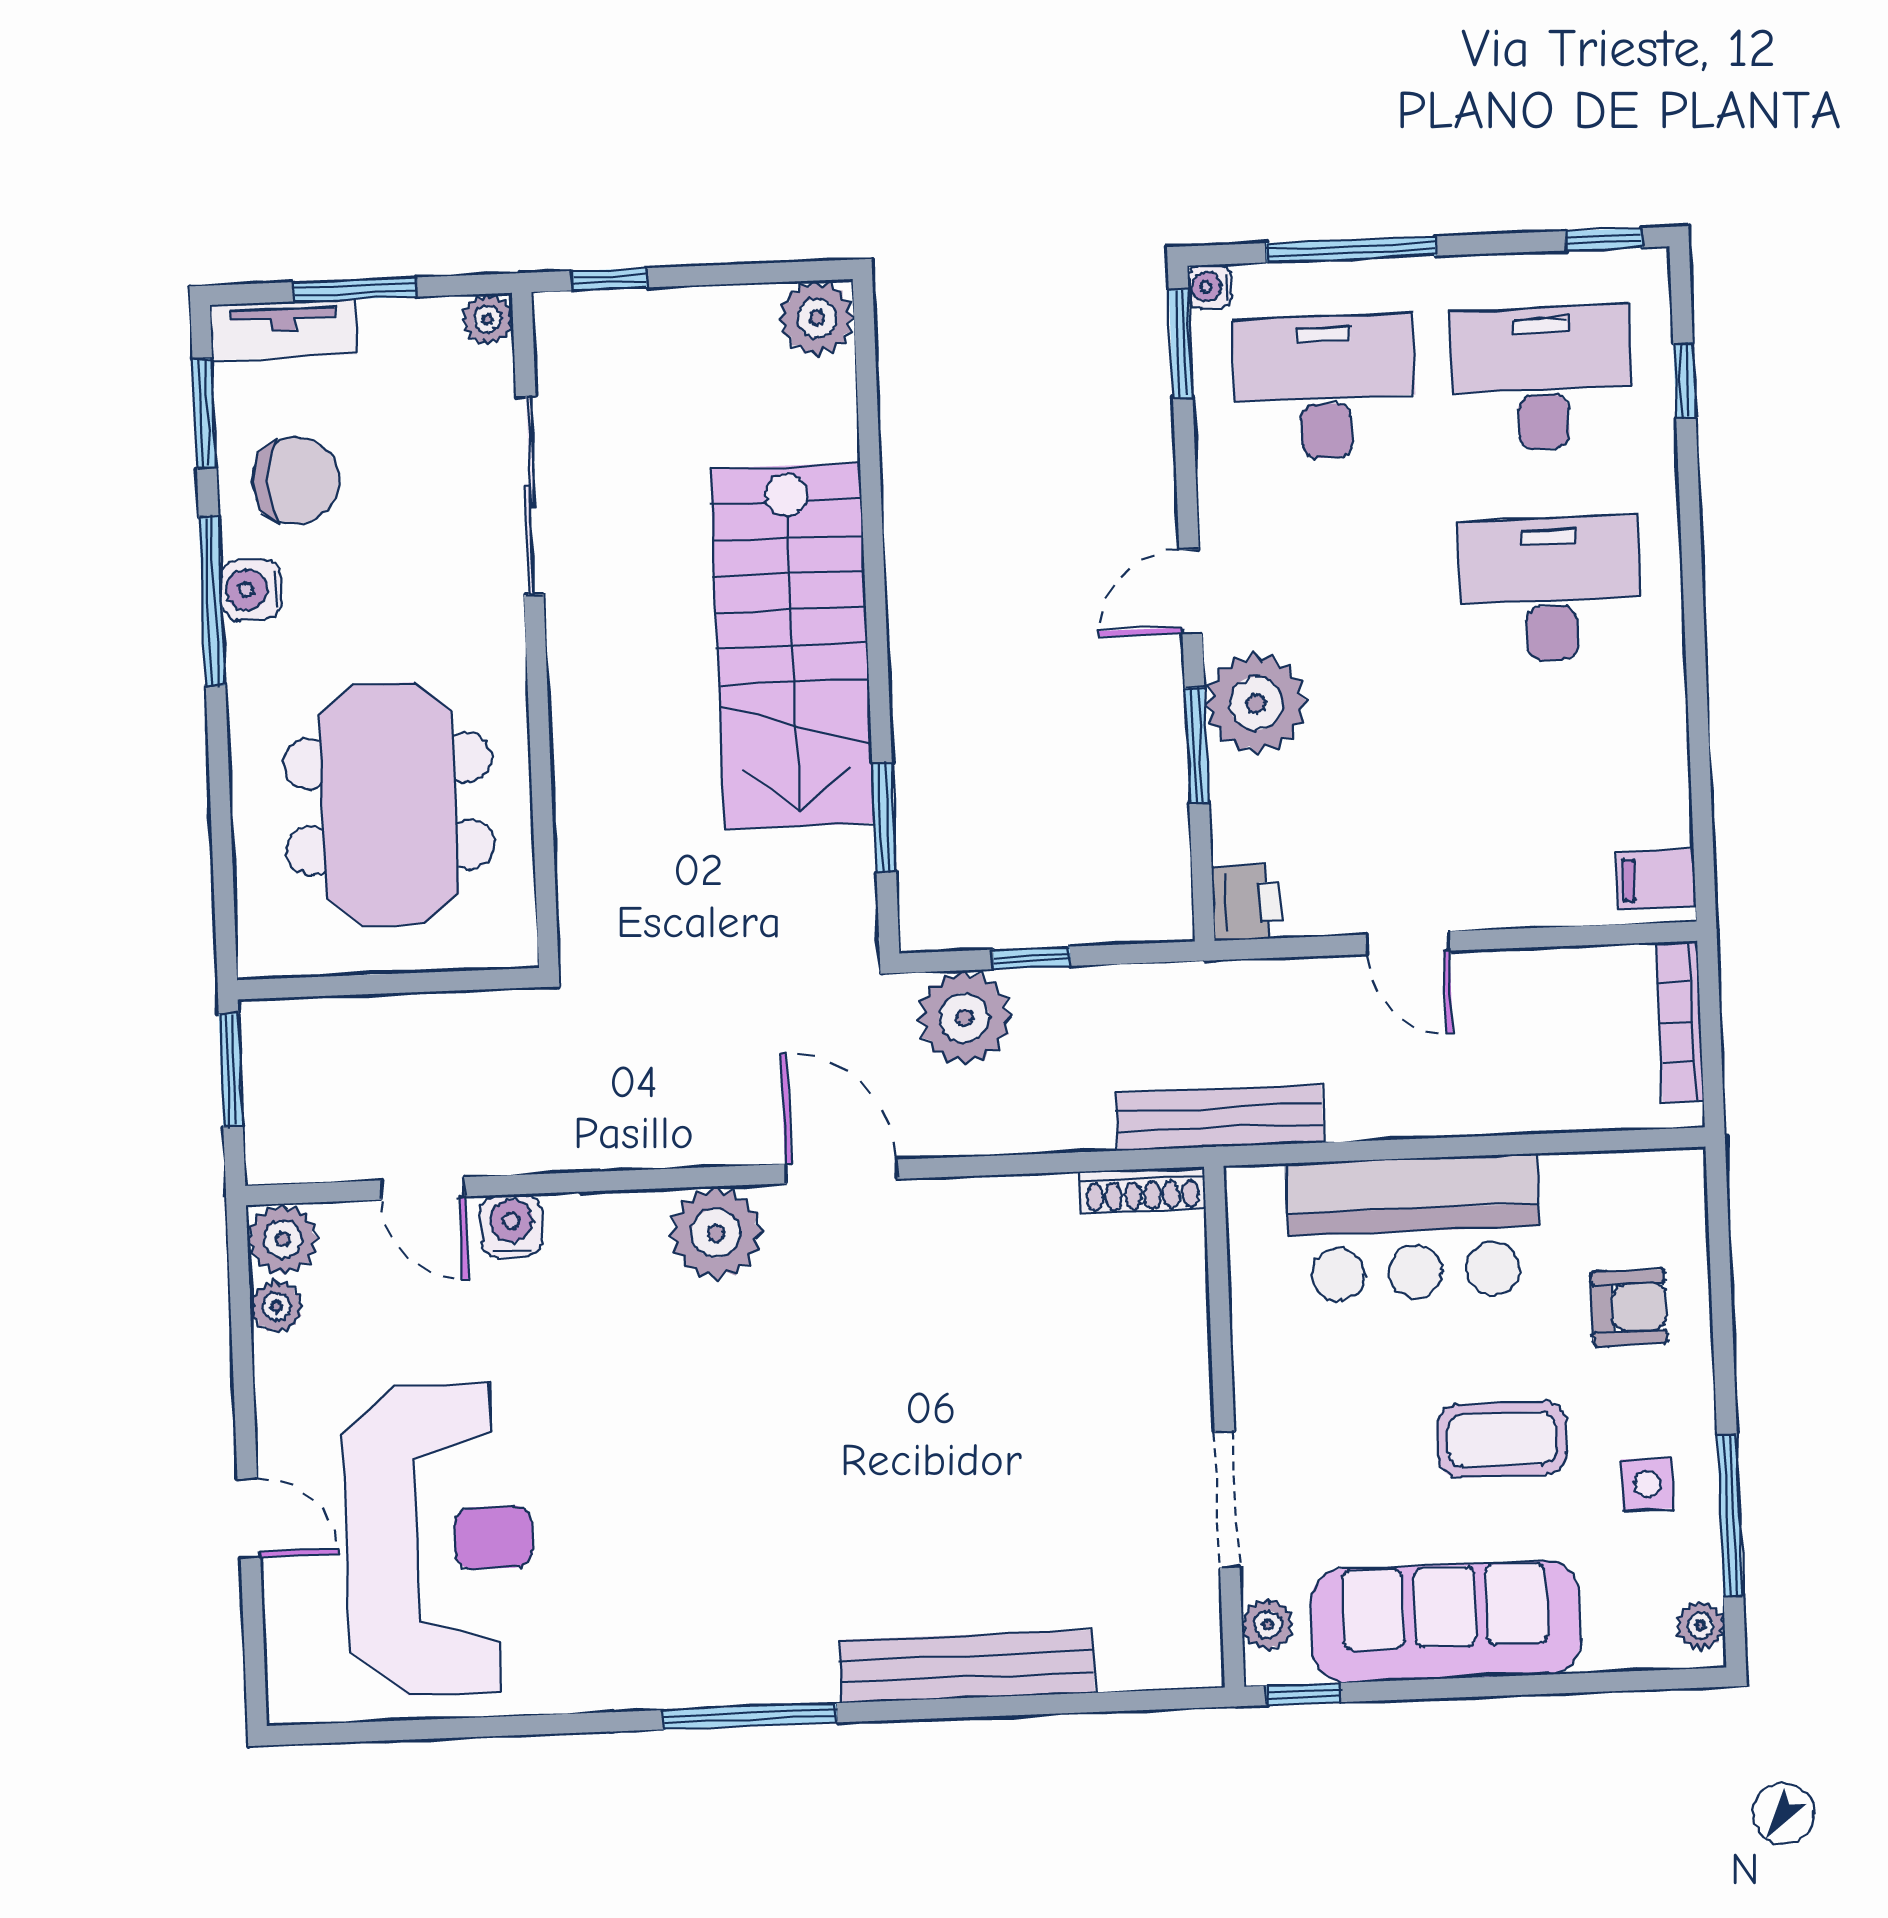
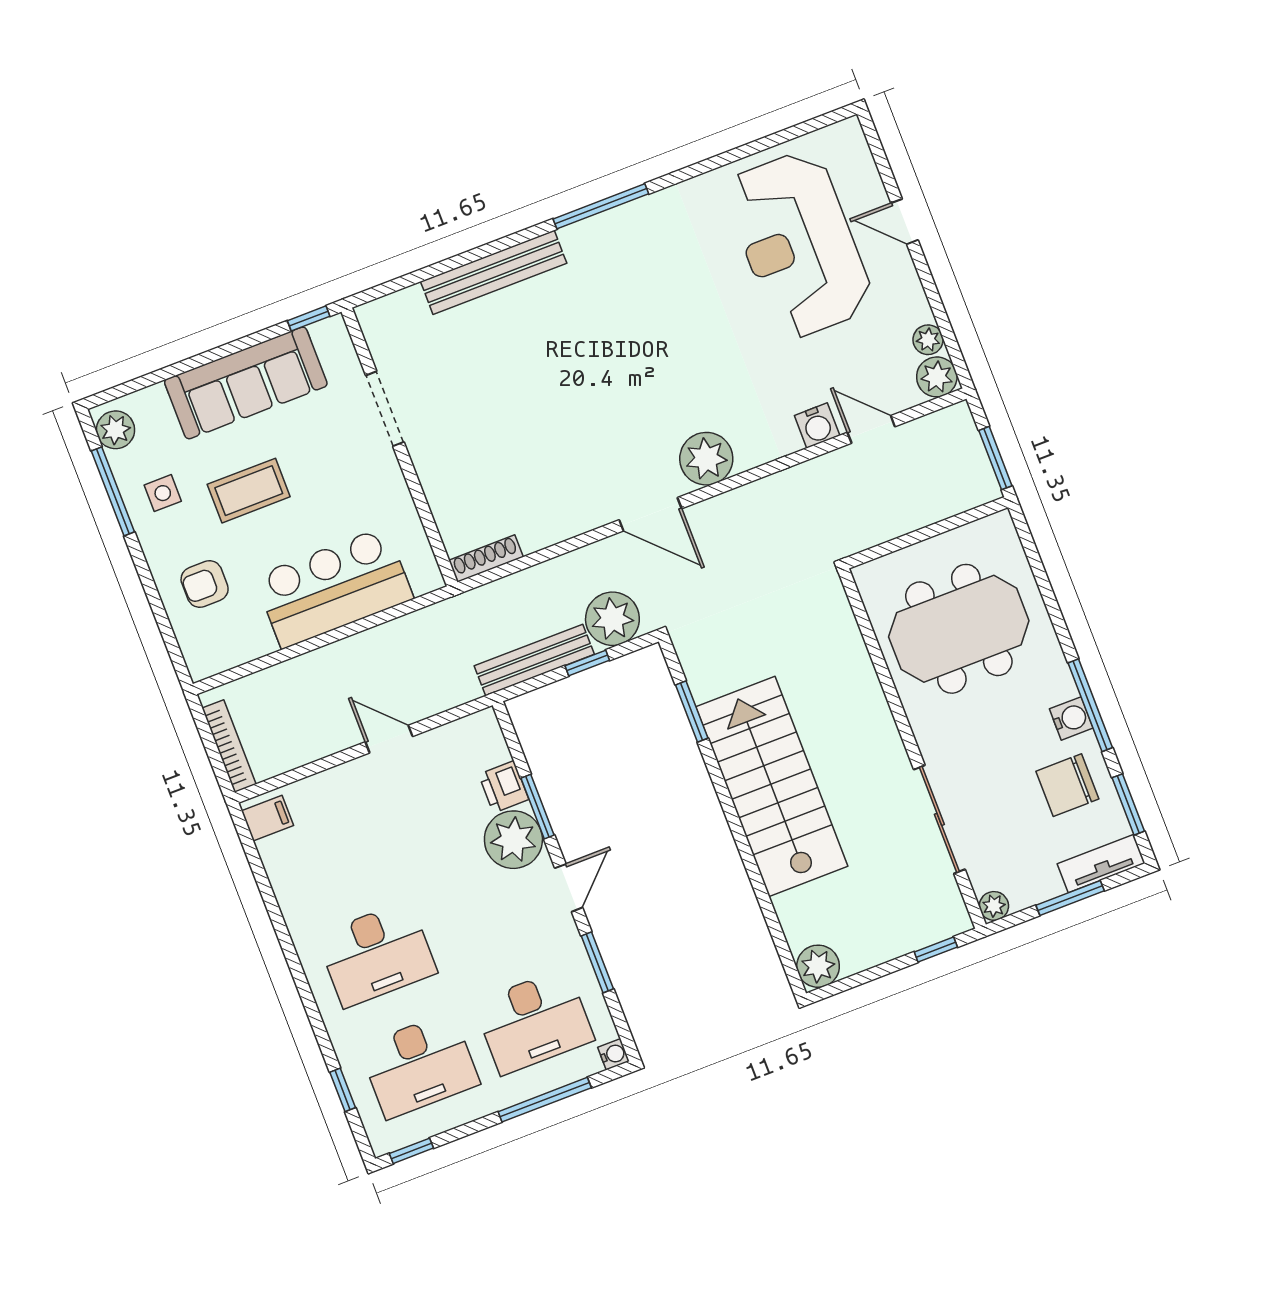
window: (1181, 343) -> (597, 962), moved
meeting table: (389, 804) -> (959, 629), turned 90
printer: (1247, 902) -> (504, 787), moved
bench: (1220, 1118) -> (534, 660), moved
plant: (1268, 1624) -> (340, 349), removed
plant: (1700, 1626) -> (115, 430), width x1.38, depth x1.38

